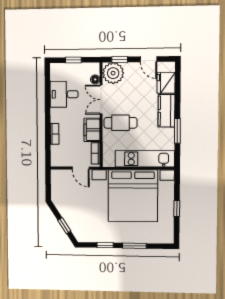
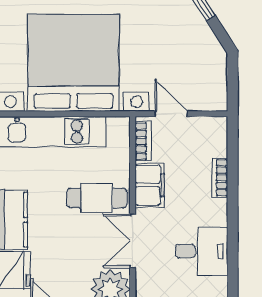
floor lamp: (95, 79) -> (143, 278), removed
double door: (101, 100) -> (133, 241), swing flipped

